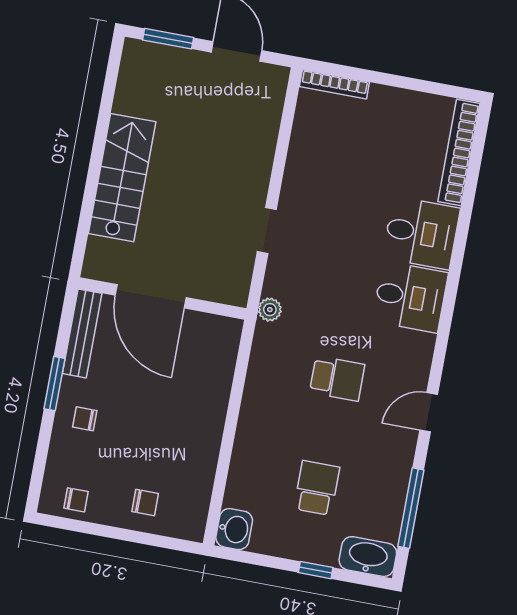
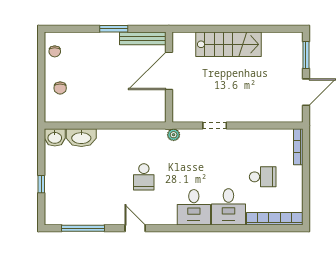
chair: (85, 419) -> (98, 48), removed
school desk: (317, 488) -> (263, 177), moved
washbasin: (368, 557) -> (81, 138), moved, turned 90

